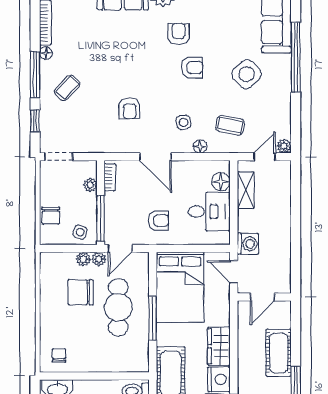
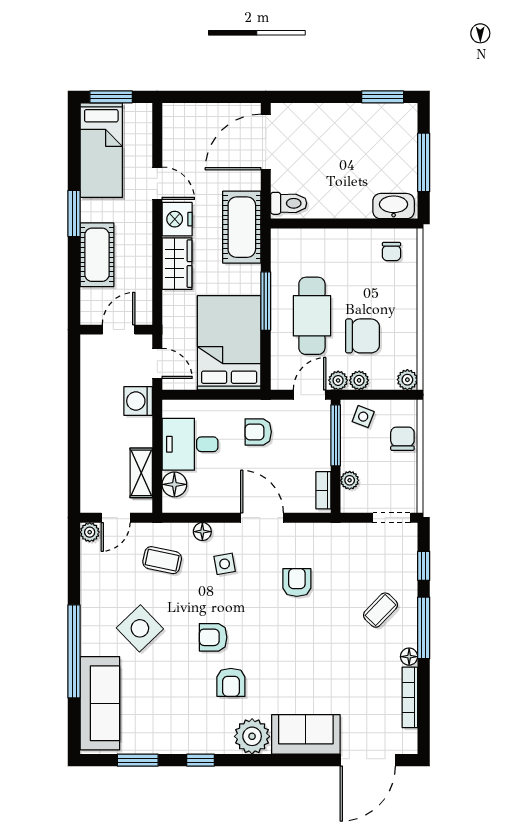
plant: (47, 260) -> (407, 380), added

